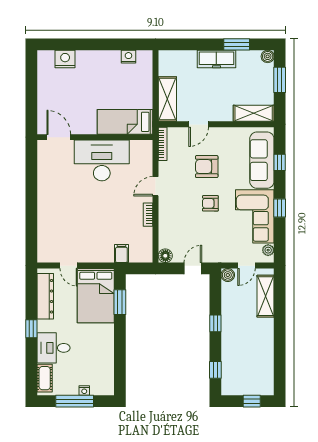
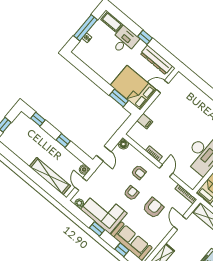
armchair: (182, 214) -> (139, 172), added
shelving: (266, 296) -> (50, 176), width x1.47

